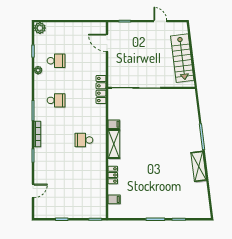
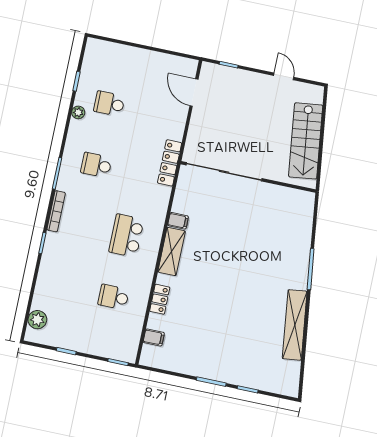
plant: (40, 28) -> (37, 320), moved
school desk: (56, 61) -> (109, 104), turned 180
school desk: (56, 100) -> (96, 165), turned 180
school desk: (84, 140) -> (126, 236), width x1.85
shelving: (199, 166) -> (295, 325), width x1.47
school desk: (84, 180) -> (113, 297), added
door: (33, 191) -> (31, 298), removed

